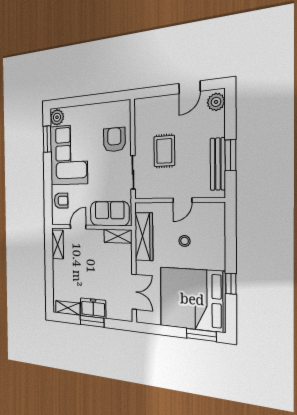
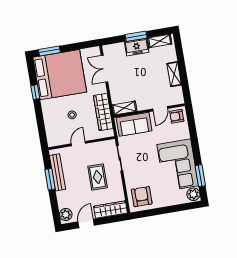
wardrobe: (154, 105) -> (111, 210), added
armchair: (114, 140) -> (142, 197), moved, turned 180
armchair: (61, 201) -> (177, 116), moved
shelving: (58, 244) -> (174, 74), moved

